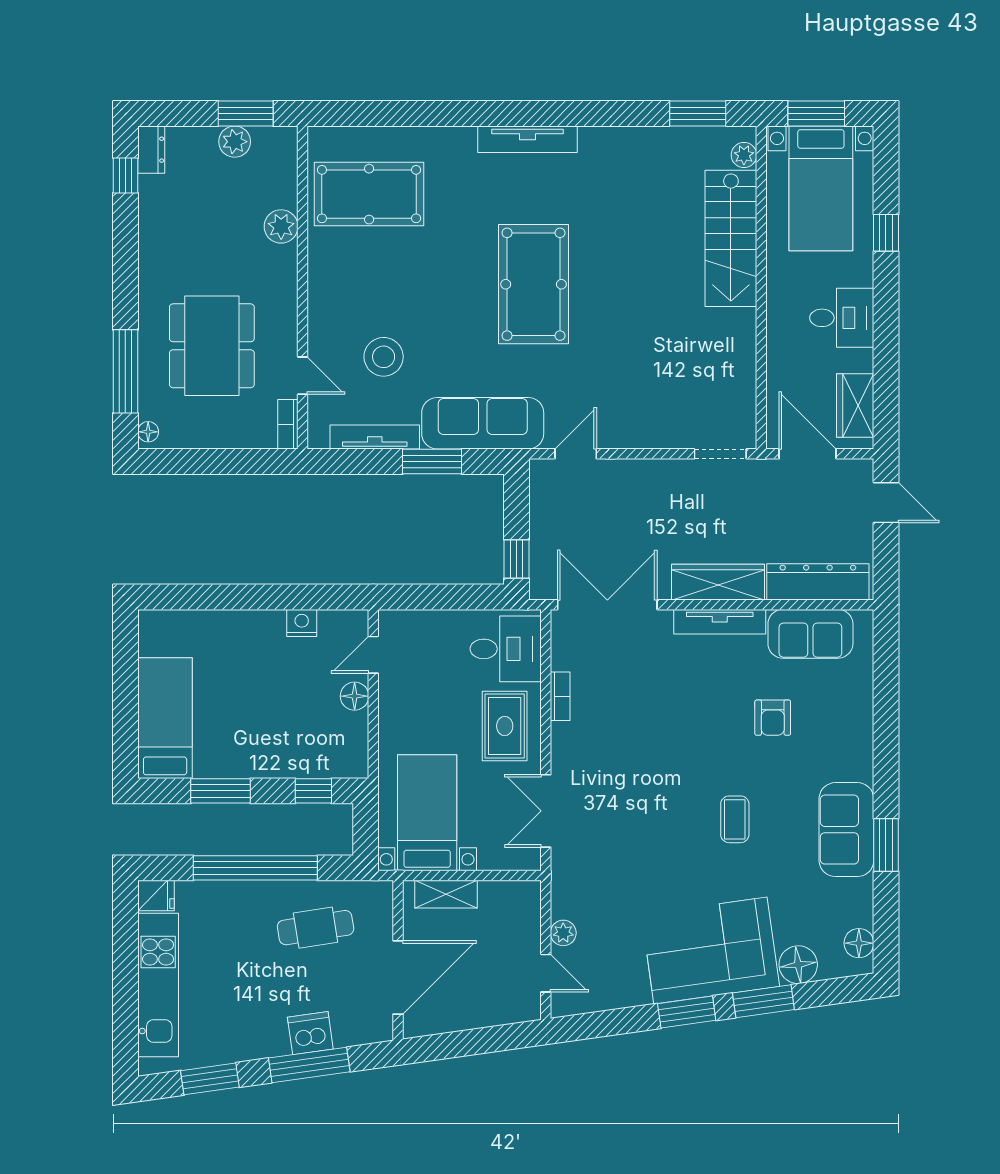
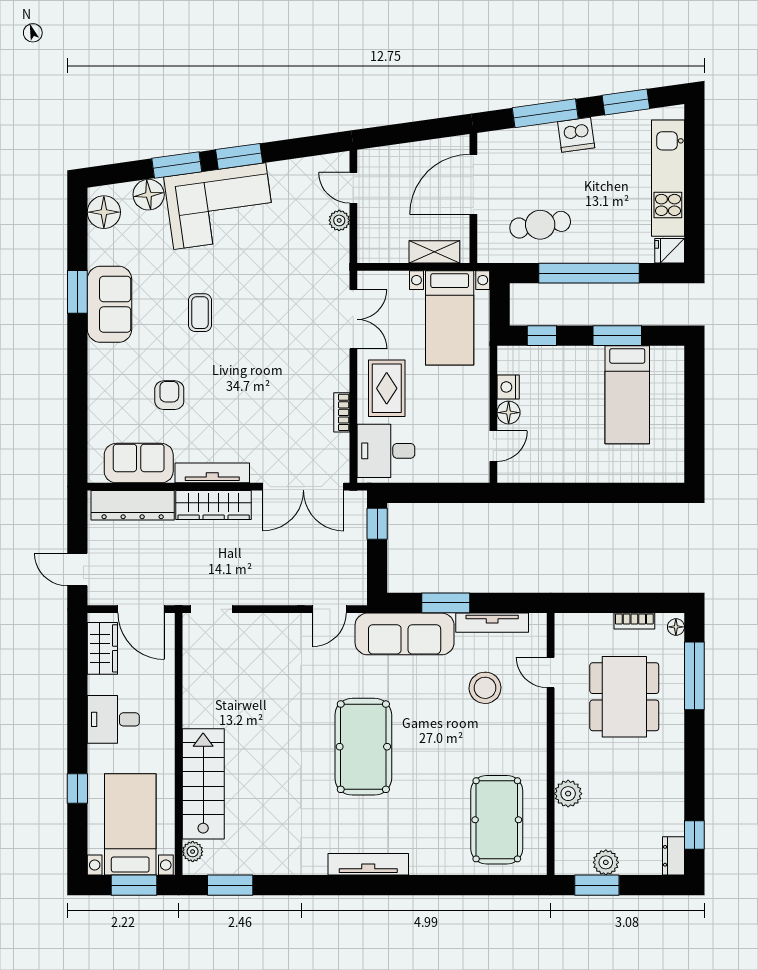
pool table: (369, 194) -> (497, 820), turned 90
bookcase: (288, 424) -> (634, 621), moved, turned 90
nightstand: (302, 623) -> (508, 387), moved, turned 90
bed: (165, 718) -> (627, 395), moved
floor lamp: (859, 943) -> (104, 212), width x1.38, depth x1.38
dishwasher: (310, 1033) -> (576, 135), moved

